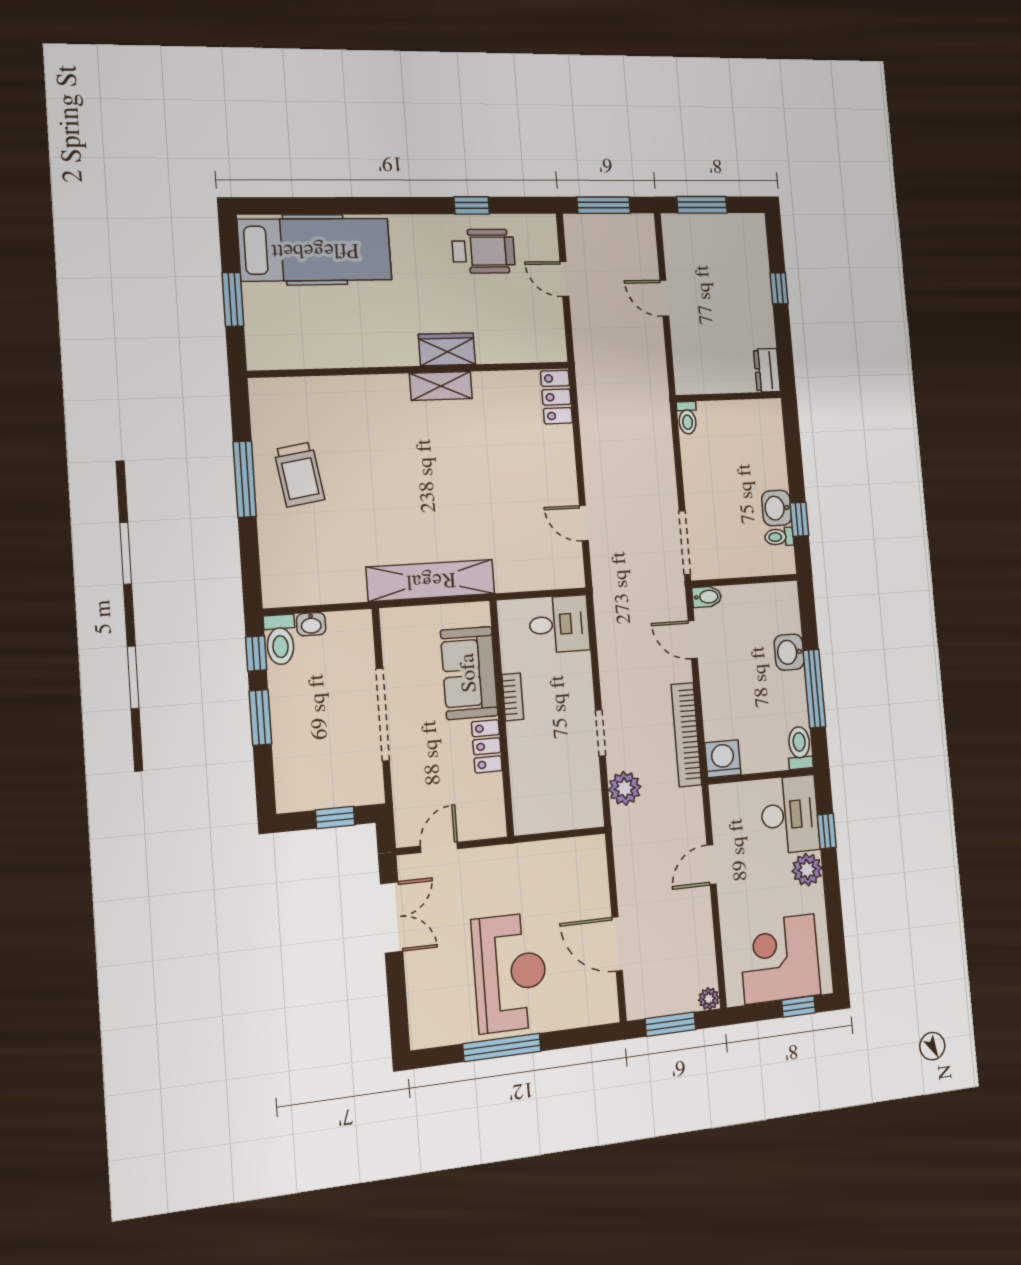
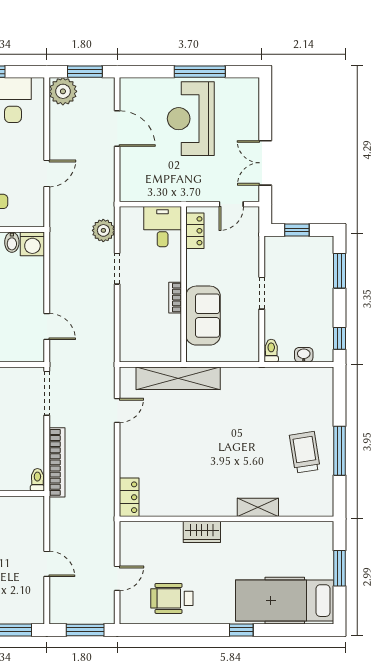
window: (472, 205) -> (241, 630), moved
door: (564, 279) -> (117, 578), hinge flipped
shelving: (441, 386) -> (258, 507), moved
door: (584, 523) -> (117, 410), hinge flipped
shelving: (431, 580) -> (178, 378), moved
bidet: (707, 597) -> (12, 242), moved, turned -90
desk: (559, 624) -> (163, 227), moved, turned 90
toilet: (280, 640) -> (271, 351), moved, width x0.73, depth x0.72
doorway: (383, 714) -> (262, 293), width x0.53
window: (260, 718) -> (340, 271), moved
bookcase: (686, 735) -> (57, 462), moved
locker: (487, 746) -> (195, 231), moved
plant: (709, 999) -> (63, 91), width x1.88, depth x1.88

